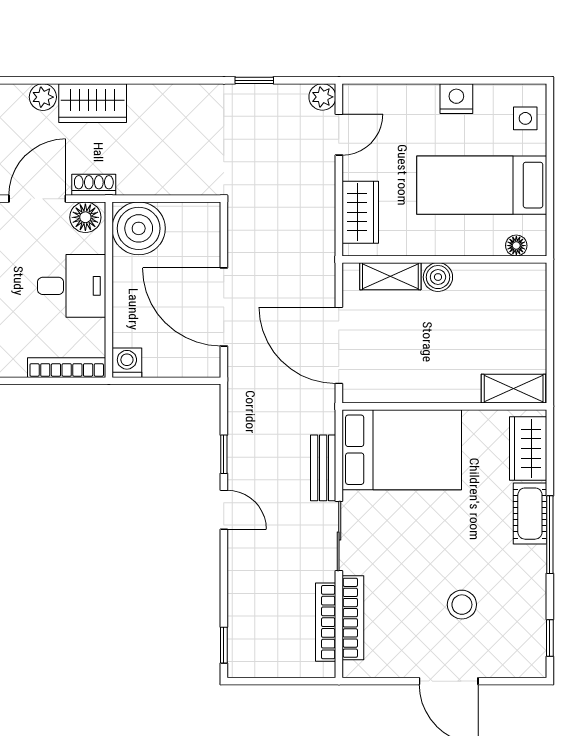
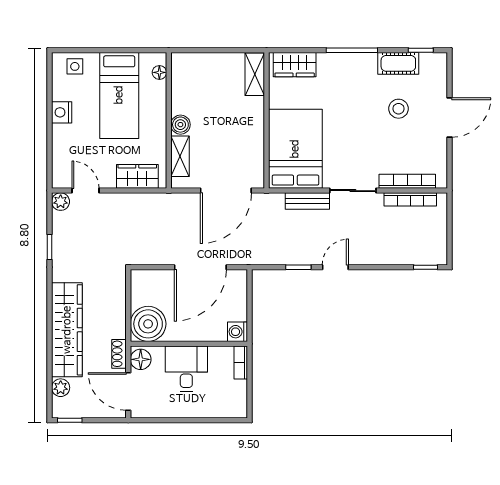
wardrobe: (93, 103) -> (67, 330), width x2.10, depth x1.17
bookcase: (67, 368) -> (241, 362), width x0.64
cot: (530, 514) -> (398, 63), moved

